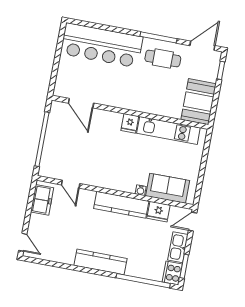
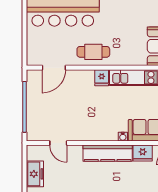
cafe table: (163, 59) -> (93, 52), moved
door: (81, 103) -> (54, 68), hinge flipped
freezer: (42, 200) -> (35, 174), moved

